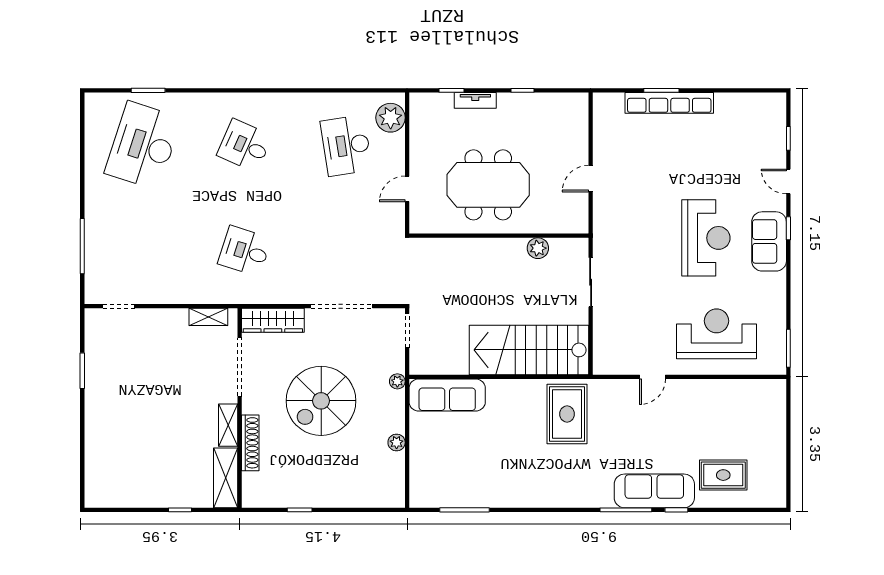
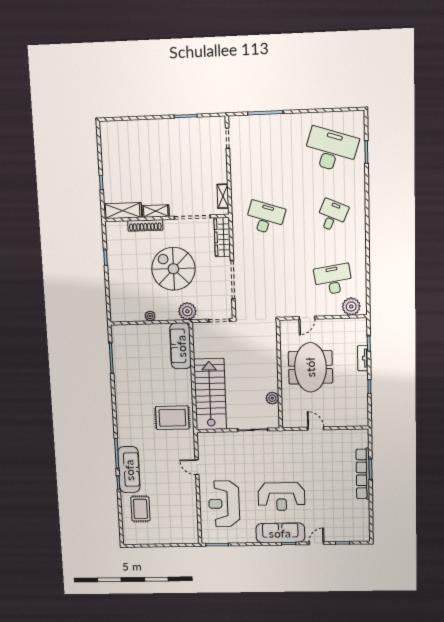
door: (407, 189) -> (307, 318), swing flipped
sofa: (769, 241) -> (280, 533), width x1.36
desk: (245, 251) -> (265, 218), width x1.37
reception desk: (717, 334) -> (224, 504), turned 180
plant: (397, 381) -> (187, 311), width x1.88, depth x1.88

